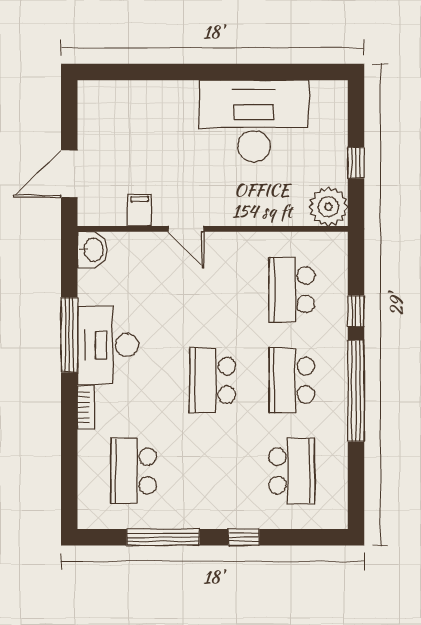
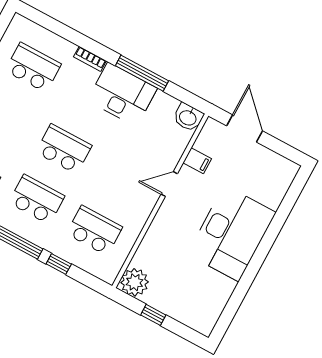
desk: (254, 121) -> (232, 233), moved

